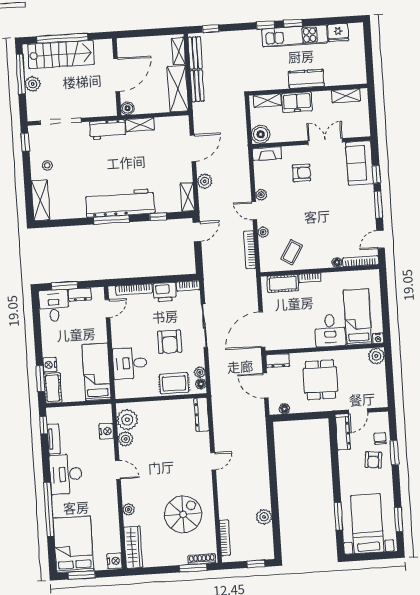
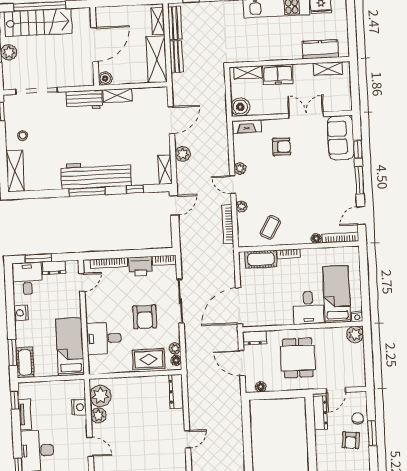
kitchen counter: (306, 79) -> (320, 49), moved
nightstand: (50, 365) -> (21, 313), moved

